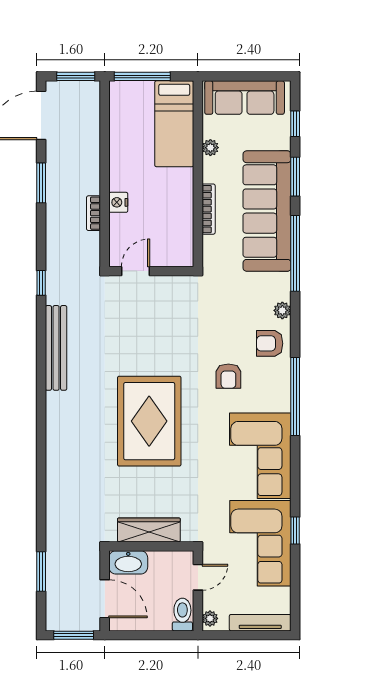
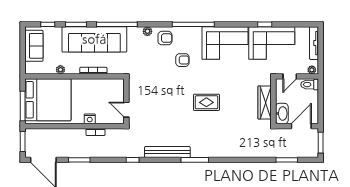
sofa: (245, 98) -> (34, 46), width x0.73
bed: (174, 124) -> (48, 100), width x2.04
armchair: (270, 343) -> (165, 38), turned -90
window: (41, 399) -> (195, 160), added
rug: (149, 421) -> (206, 102), width x0.54, depth x0.49
door: (198, 577) -> (290, 76), swing flipped

